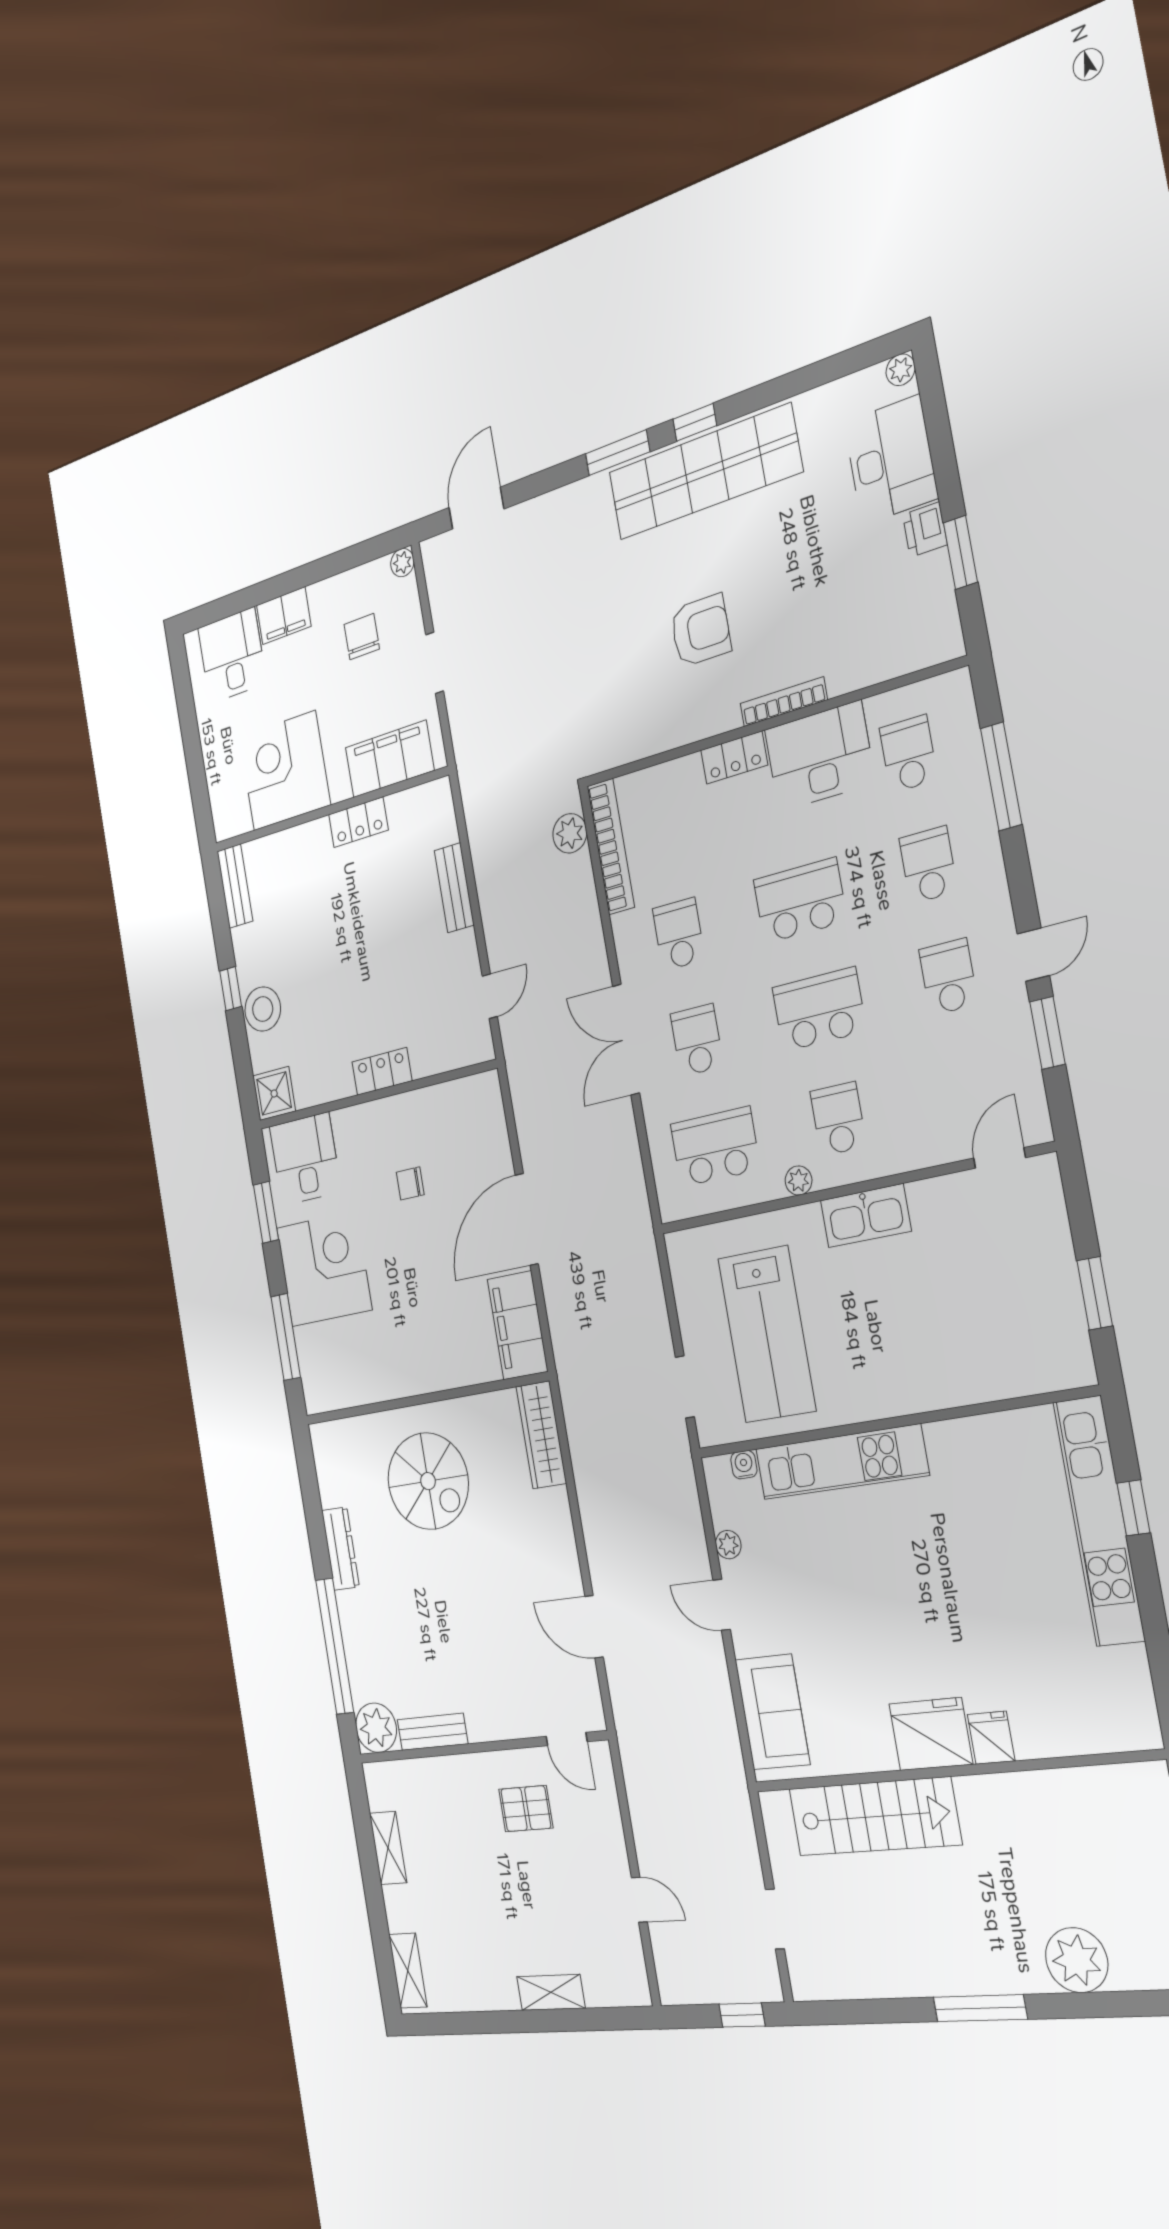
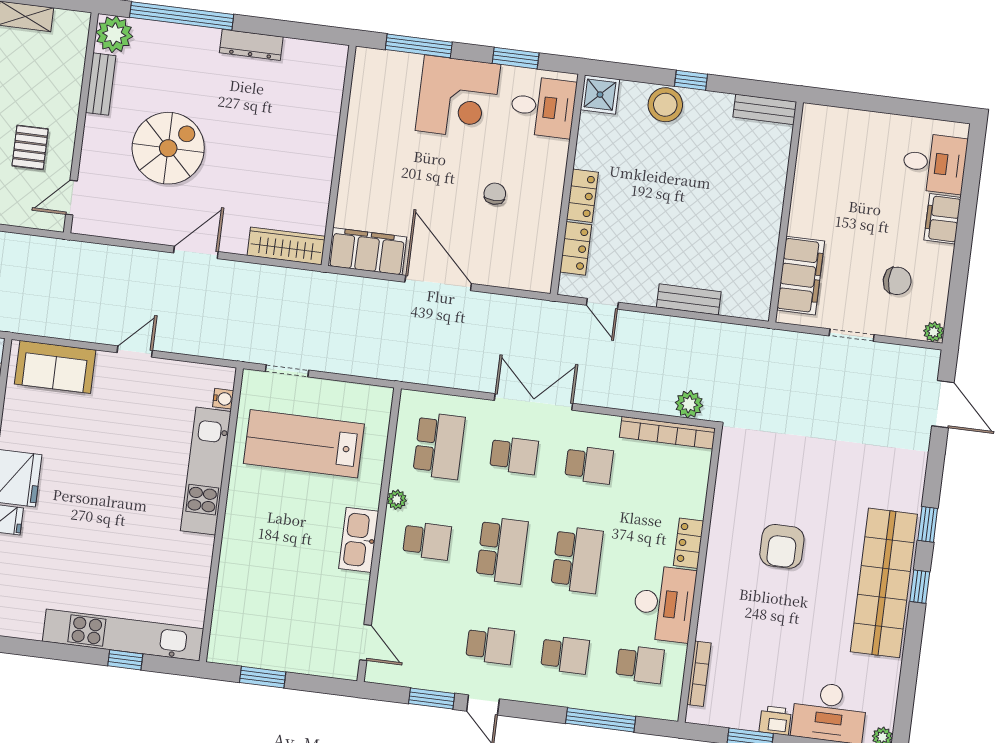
window: (618, 453) -> (928, 524), width x0.67
bookcase: (784, 702) -> (699, 674), moved
corner desk: (285, 771) -> (830, 182), removed
locker: (358, 822) -> (576, 248), moved, turned 180
spiral stairs: (428, 1481) -> (168, 148), moved, turned 180
plant: (728, 1545) -> (173, 370), removed
door: (594, 1627) -> (196, 252), moved

